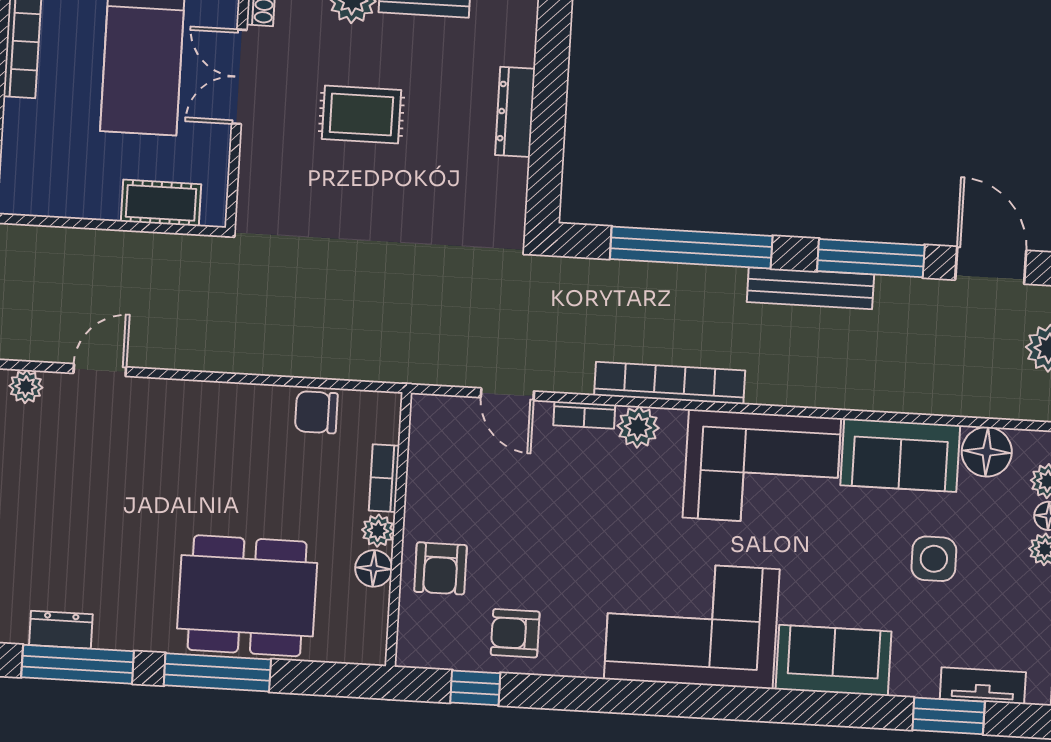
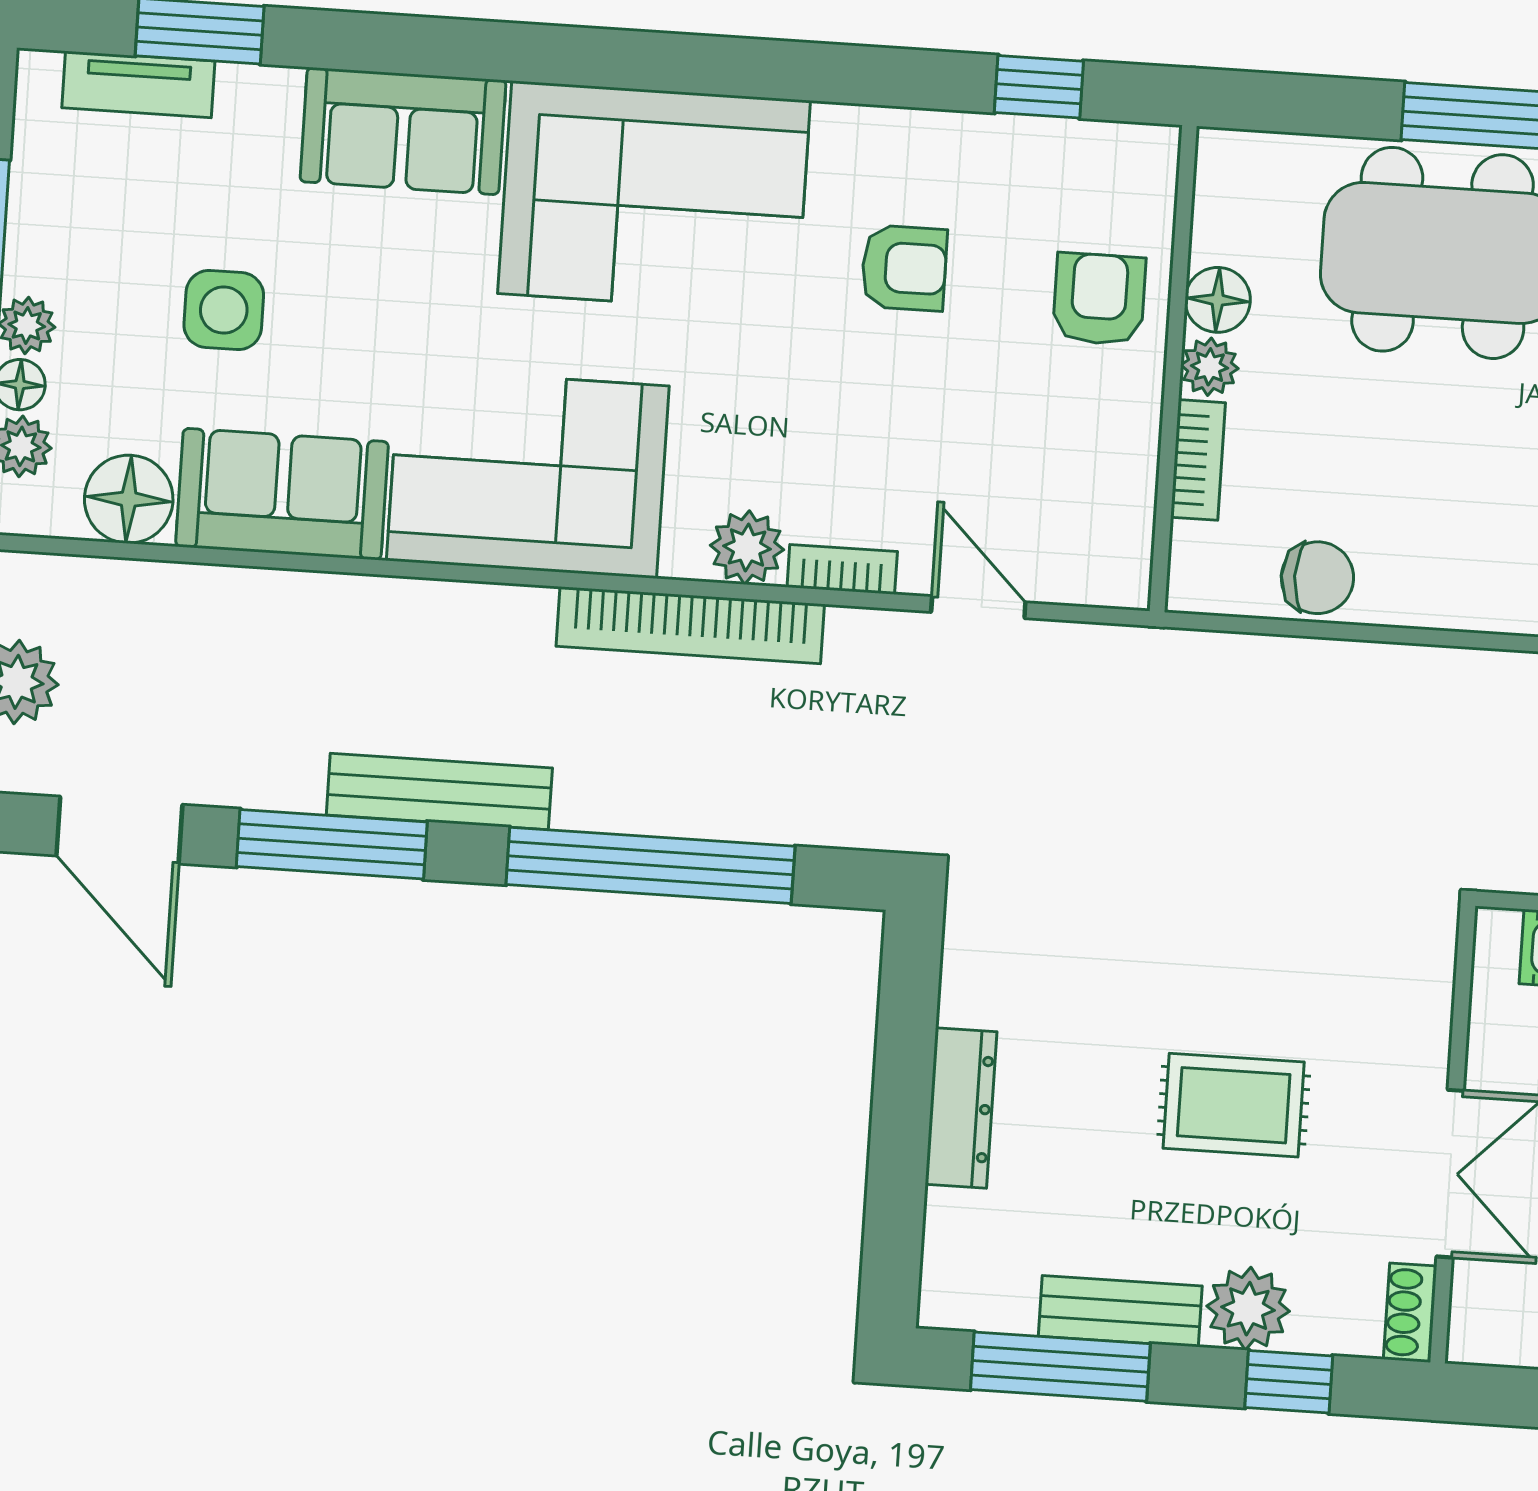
armchair: (515, 633) -> (904, 268), moved

